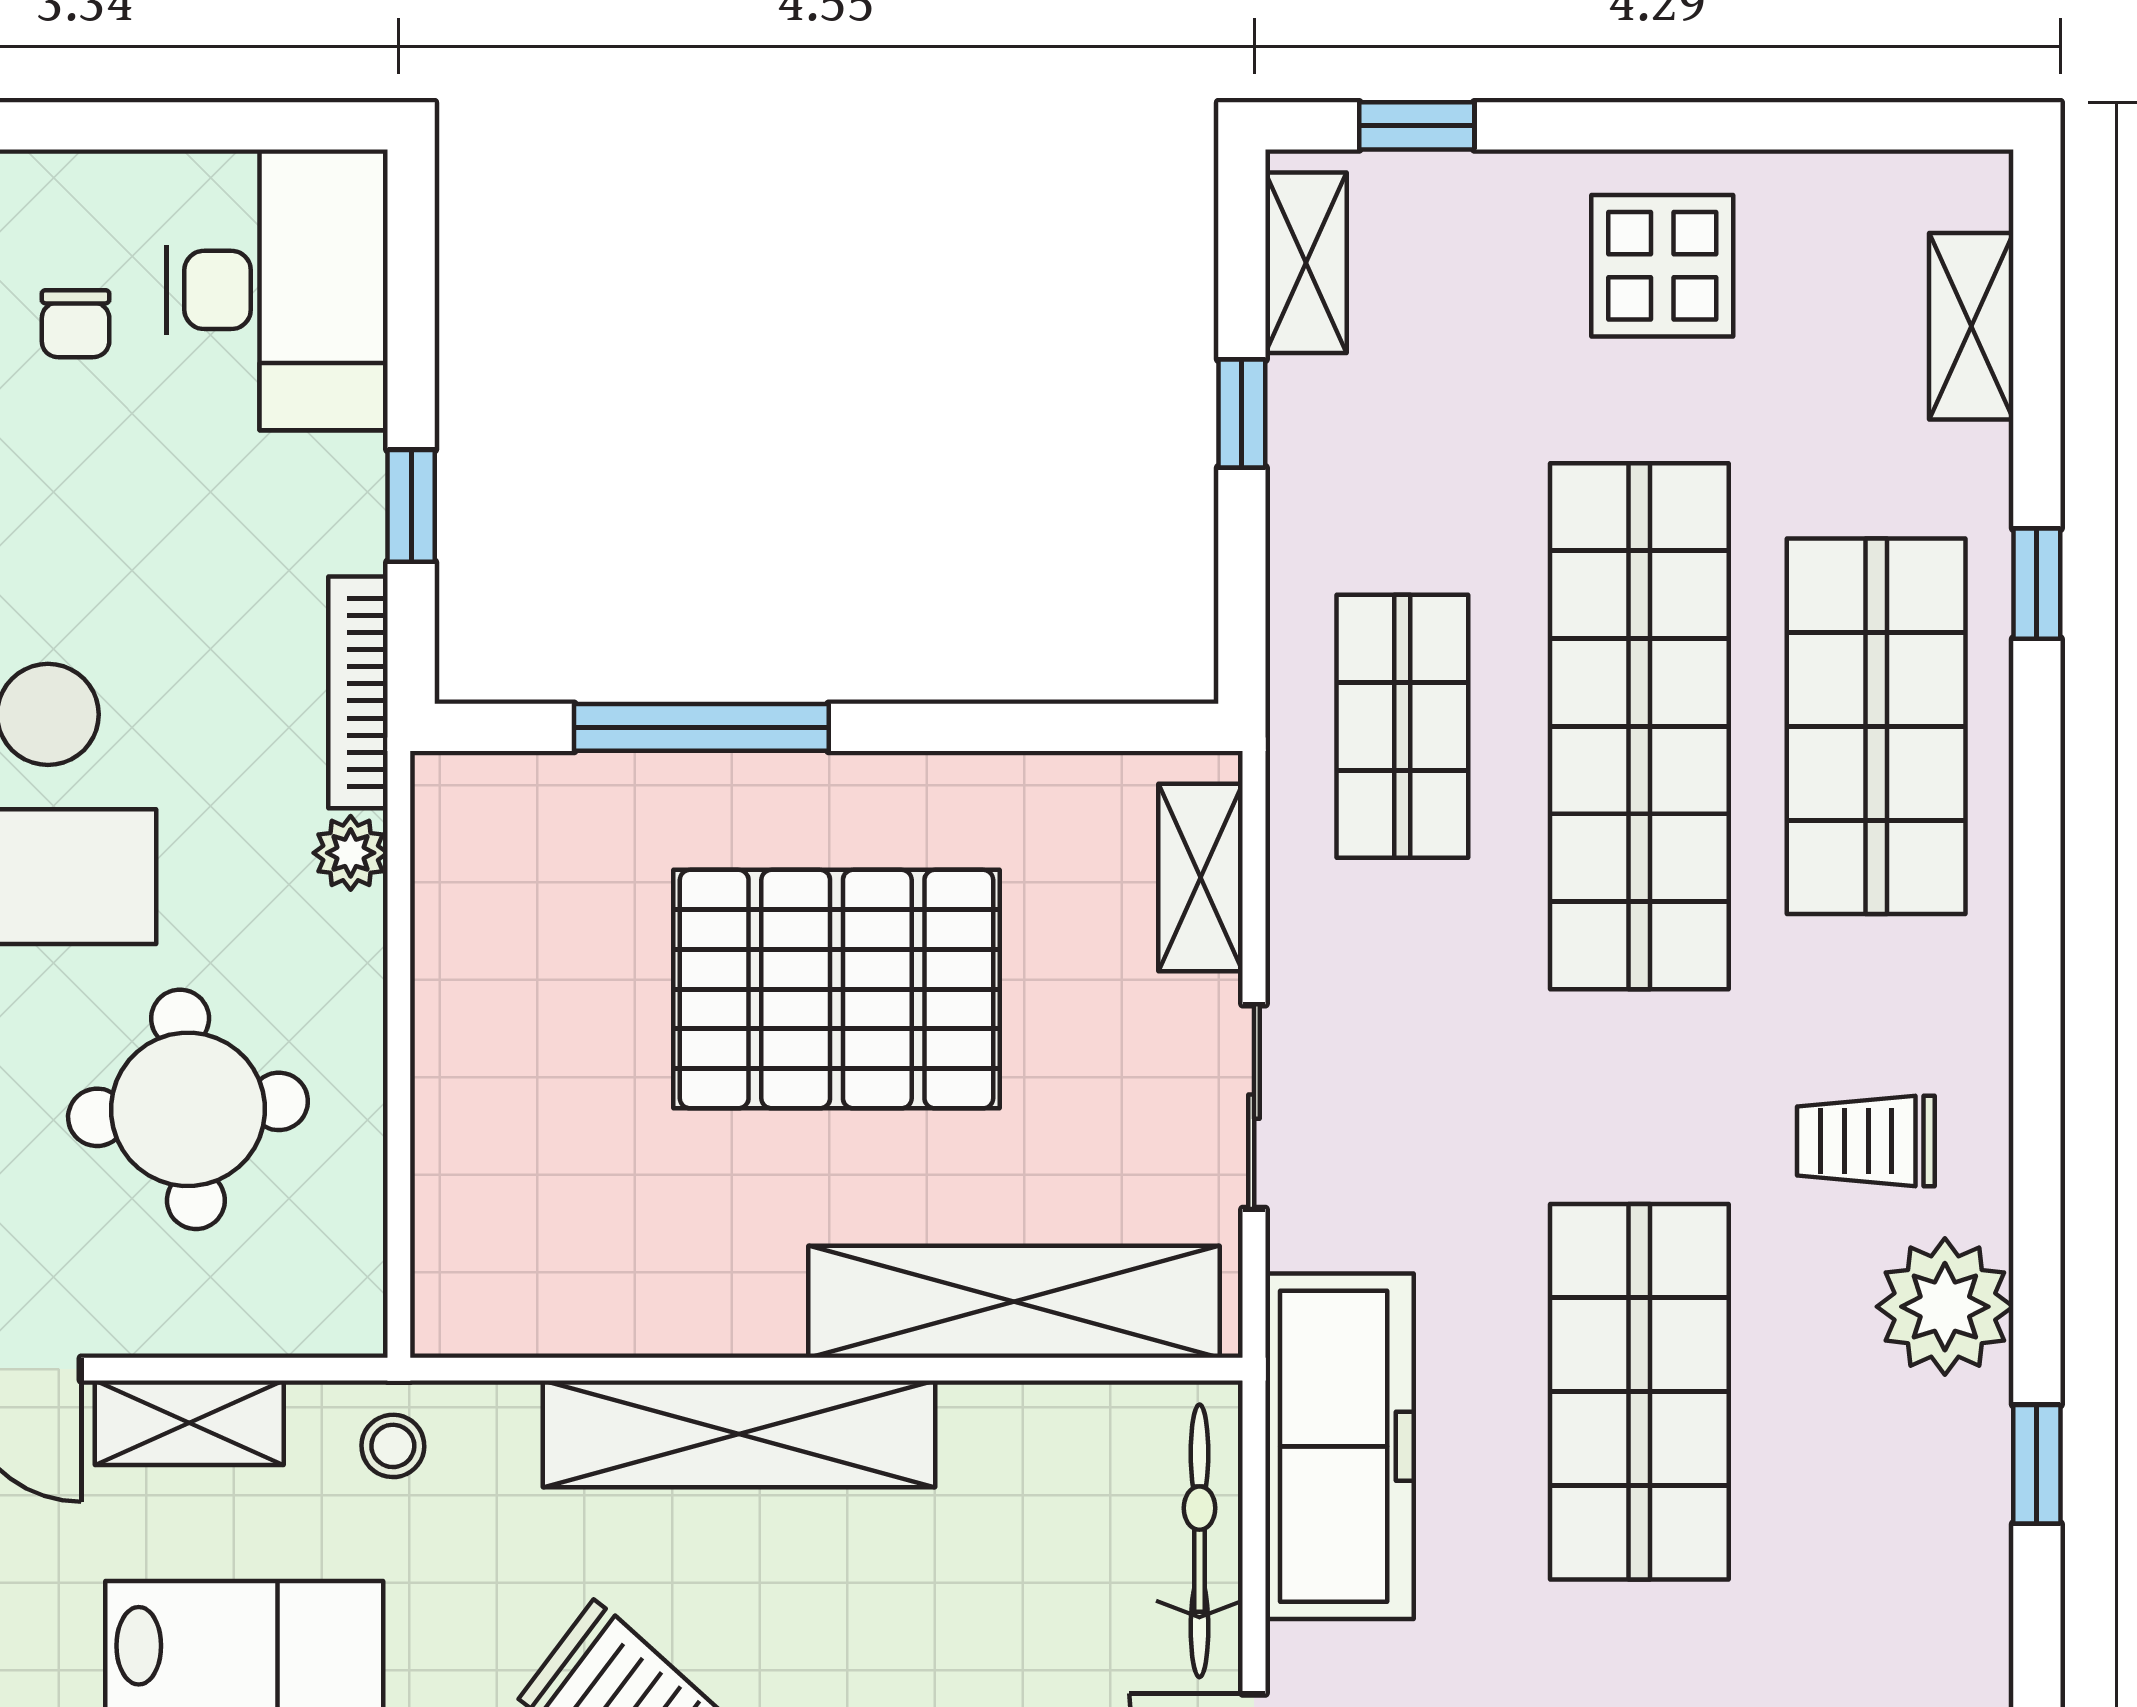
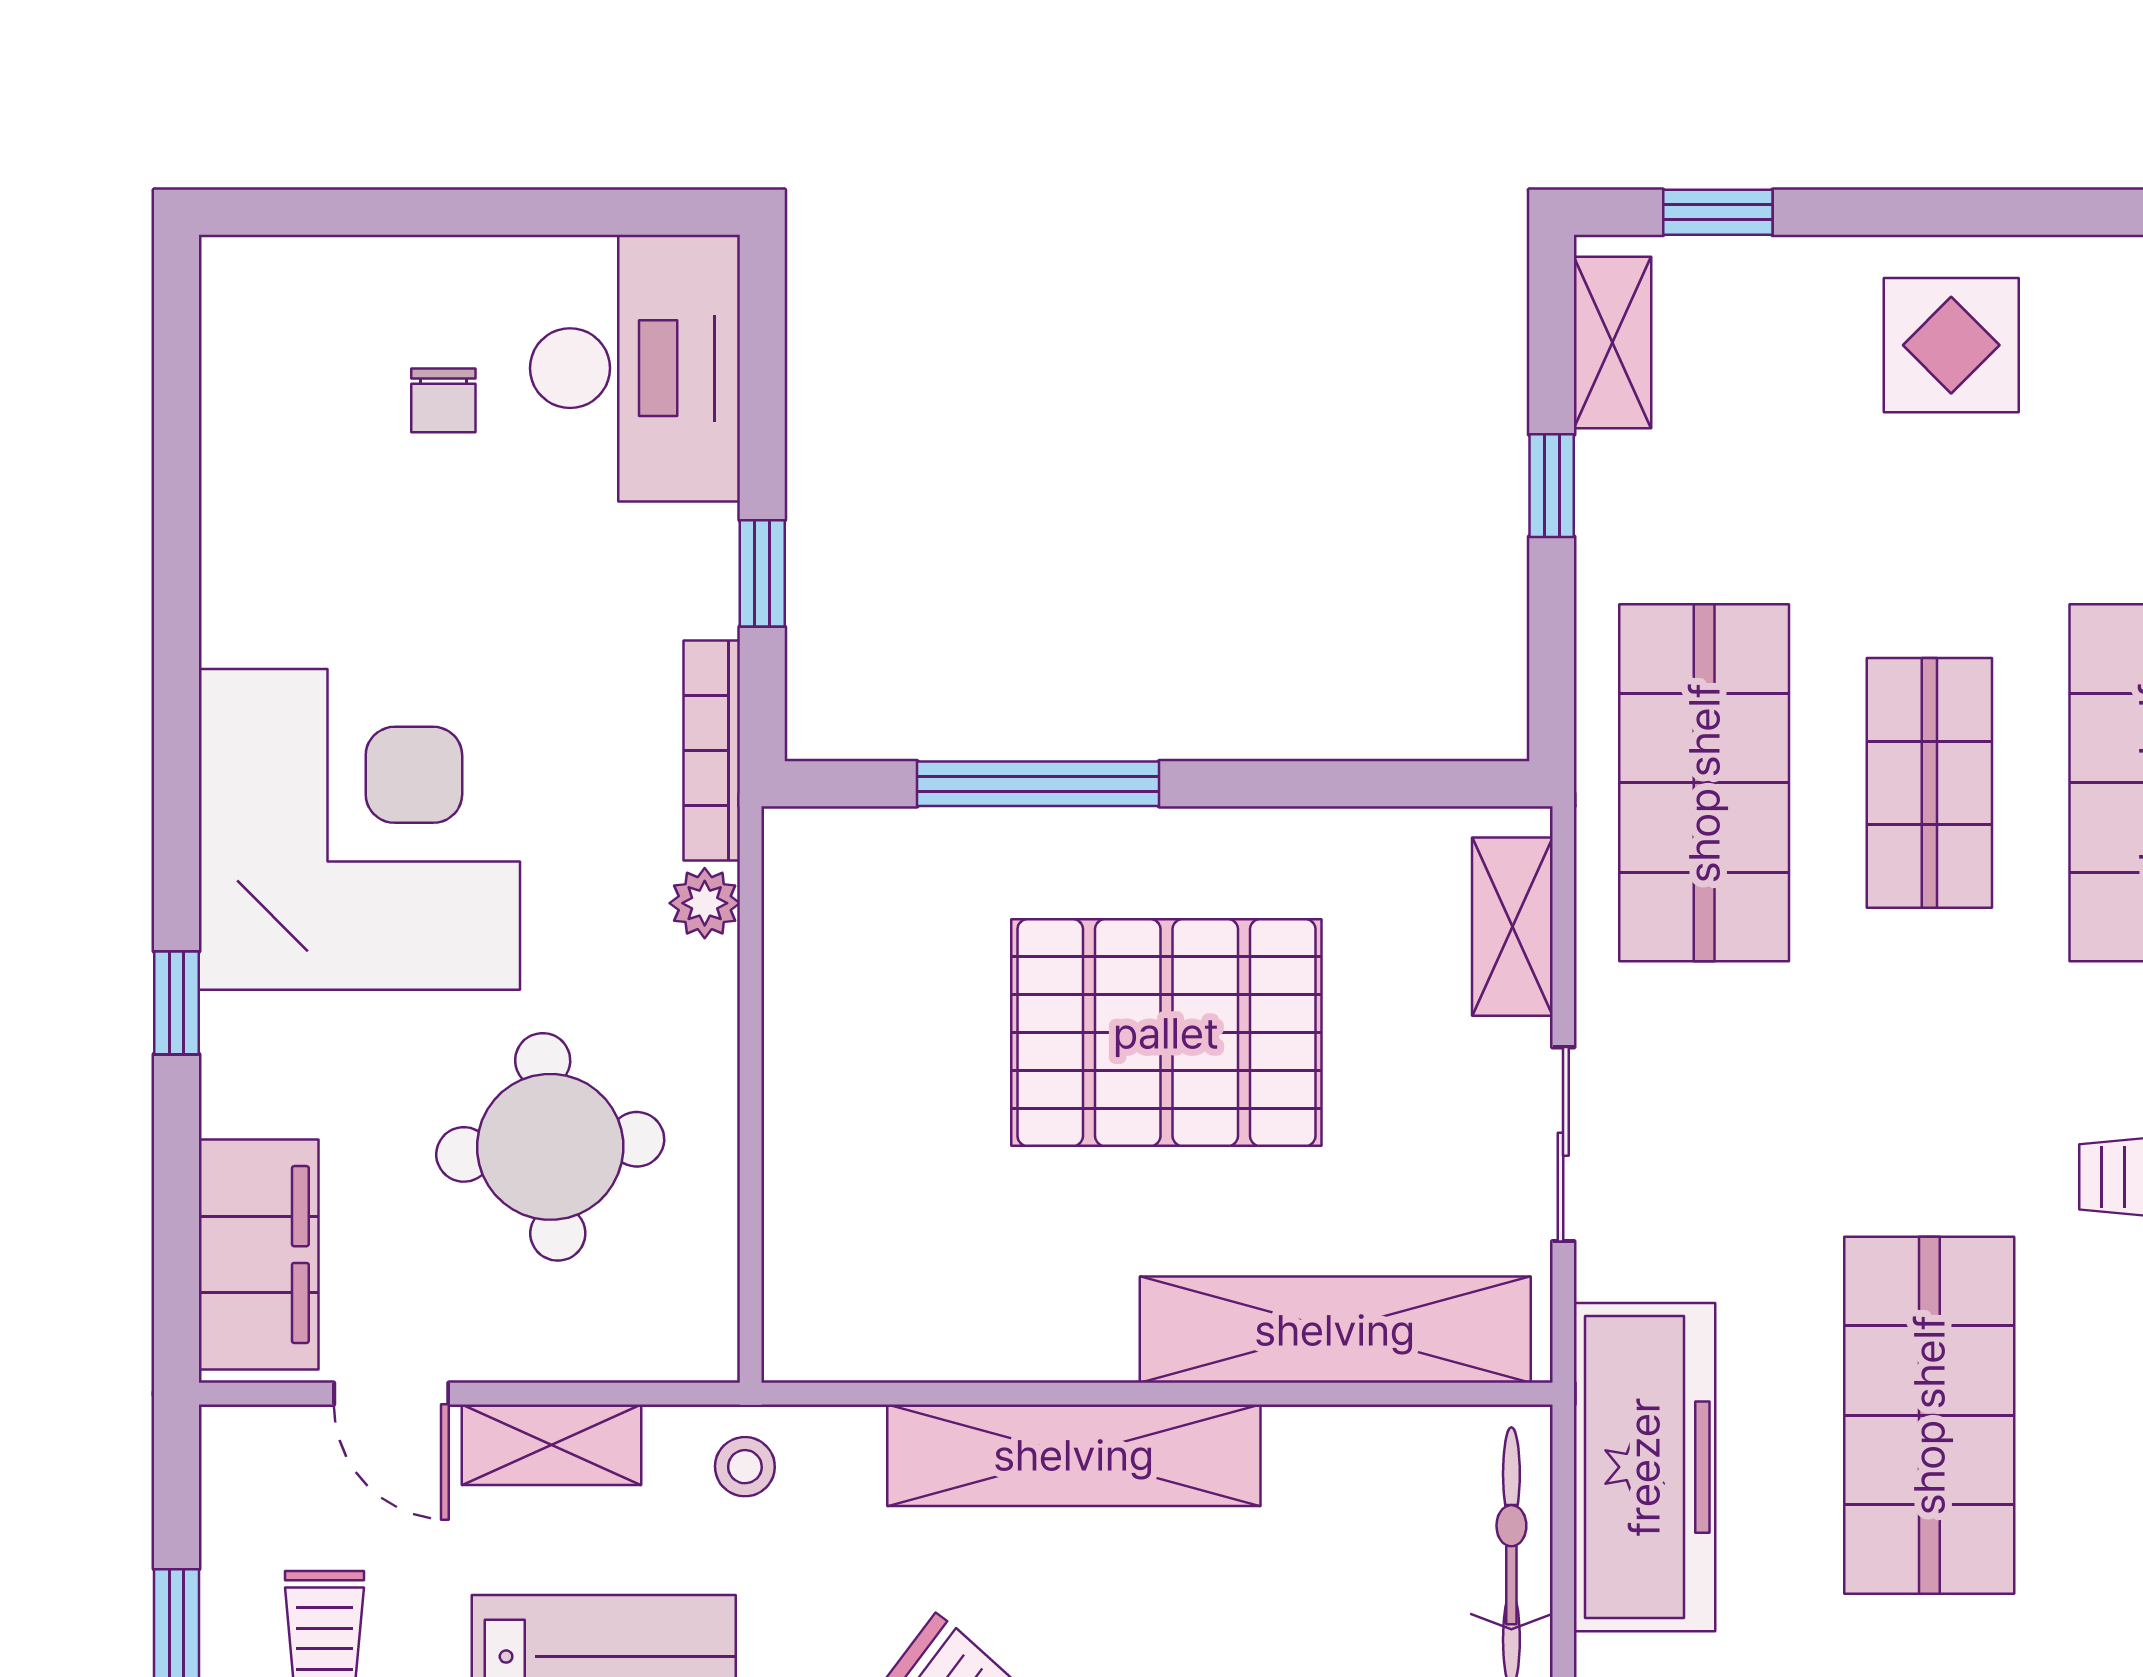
shop shelf: (1402, 726) -> (1704, 783), width x1.43, depth x1.36
shop shelf: (1639, 726) -> (1929, 783), width x0.50, depth x0.74

